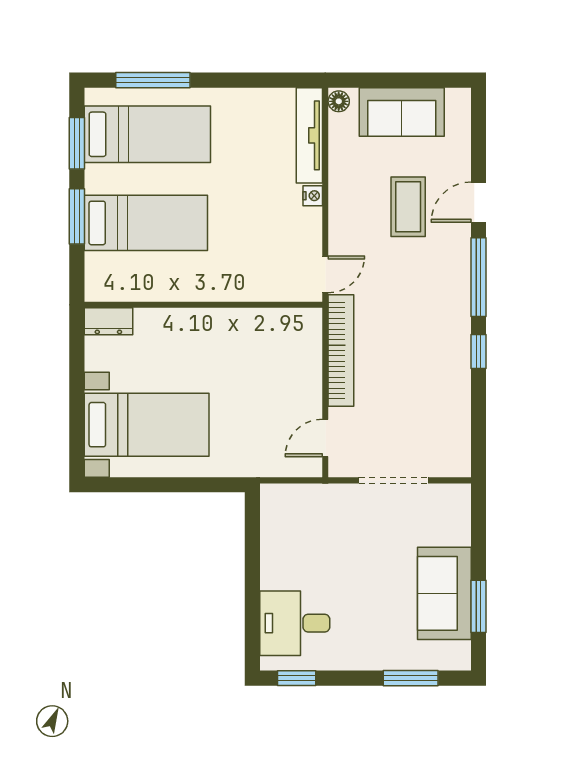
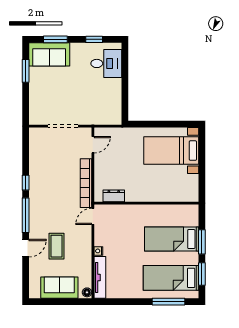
dresser: (108, 321) -> (114, 196), moved
sofa: (444, 593) -> (49, 54), moved, turned 90
window: (297, 678) -> (94, 39), moved

